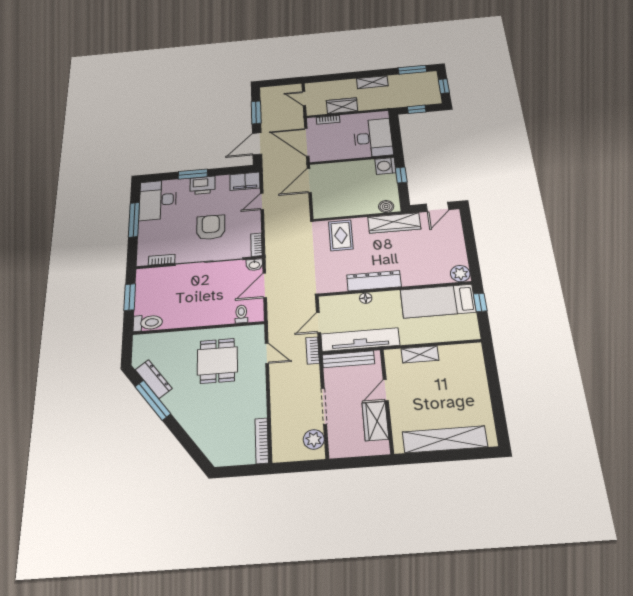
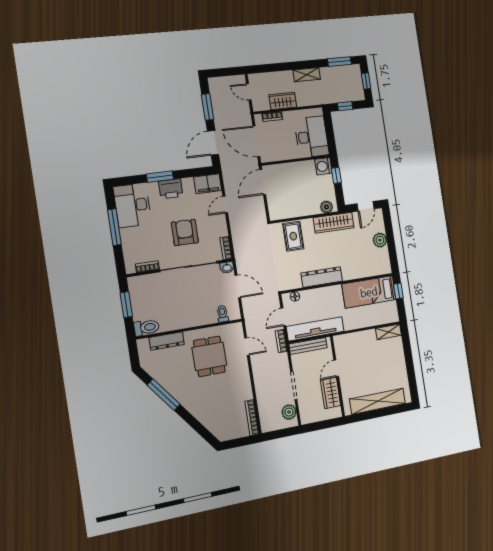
plant: (460, 274) -> (380, 240), moved
door: (265, 285) -> (238, 286), swing flipped
floor lamp: (366, 298) -> (295, 296), moved
shelving: (420, 354) -> (389, 332), moved
dresser: (154, 379) -> (167, 341), moved, turned 127

